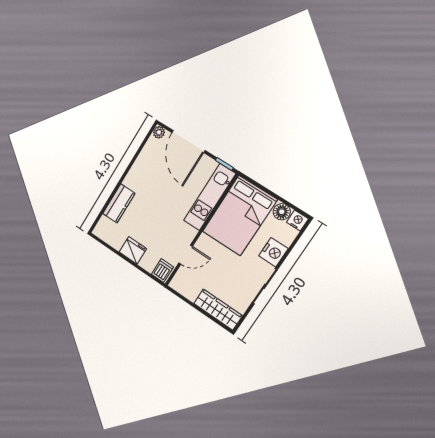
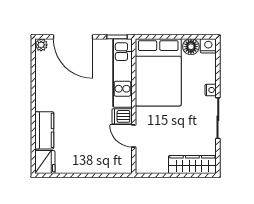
fridge: (133, 250) -> (45, 162), moved, turned 90
nightstand: (273, 252) -> (211, 90), width x0.53, depth x0.56
door: (186, 255) -> (134, 136), swing flipped
dishwasher: (162, 271) -> (122, 116), moved, turned -90

